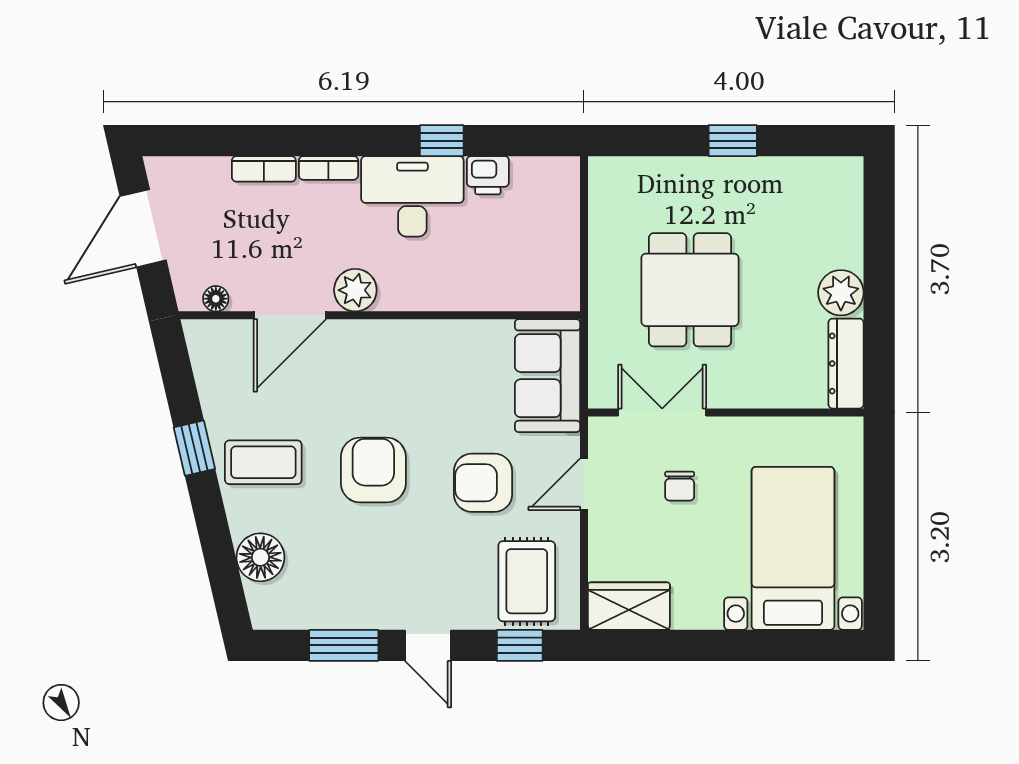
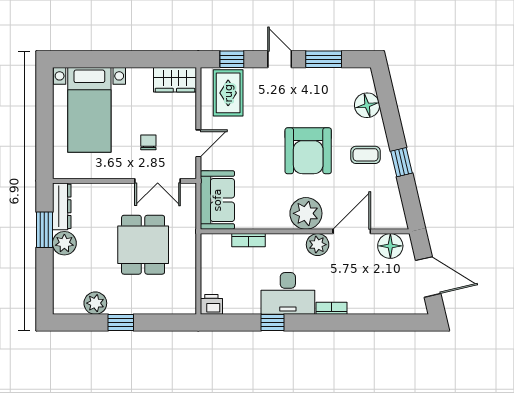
bookcase: (264, 169) -> (249, 240), moved, turned 180
printer: (488, 175) -> (211, 304), moved
plant: (782, 178) -> (95, 303), added
door: (143, 228) -> (428, 277), hinge flipped
floor lamp: (216, 299) -> (390, 246), width x1.89, depth x1.89
window: (879, 319) -> (44, 230), added
plant: (378, 350) -> (306, 213), added
coffee table: (263, 462) -> (366, 155), width x0.73, depth x0.77
armchair: (373, 470) -> (308, 151), width x1.36, depth x1.36
armchair: (483, 483) -> (251, 144), removed

